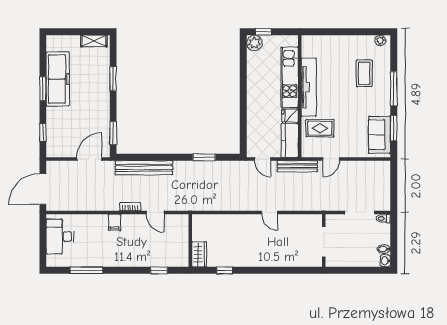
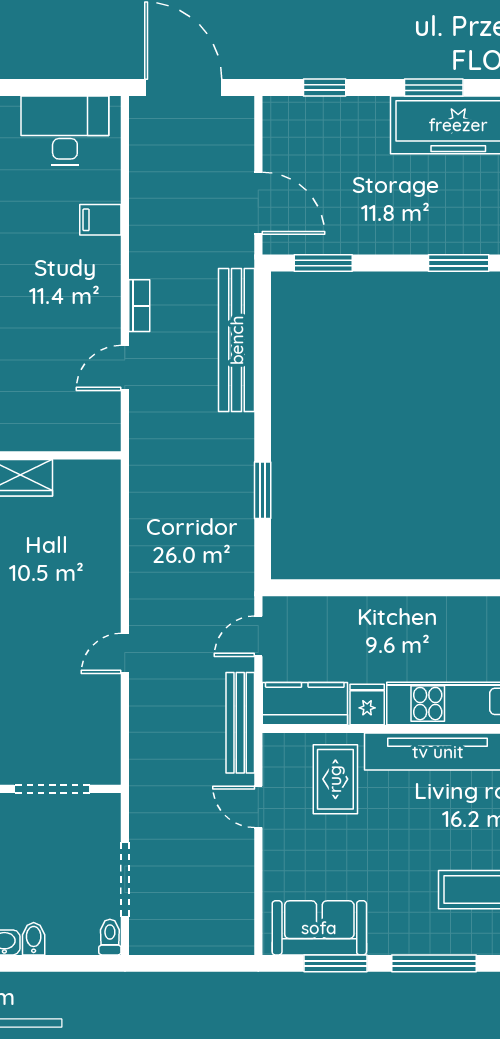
filing cabinet: (114, 222) -> (100, 220), moved

